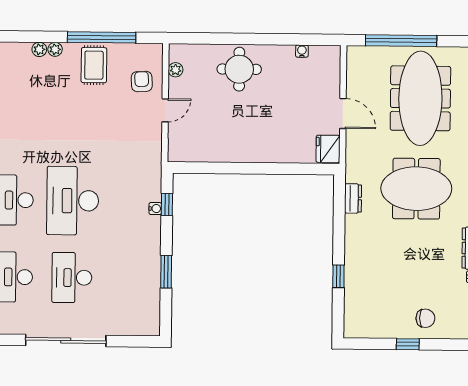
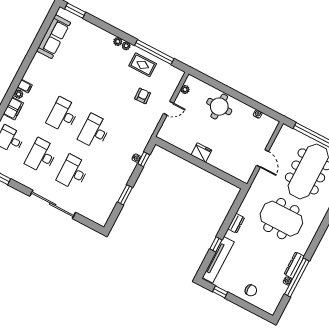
rug: (94, 65) -> (143, 65), turned 90
armchair: (142, 81) -> (143, 96), moved
fridge: (328, 149) -> (201, 153), moved, turned 90
dresser: (353, 198) -> (236, 223), moved
desk: (73, 201) -> (94, 131), width x0.73, depth x0.77
tv unit: (354, 298) -> (218, 260), added
window: (408, 344) -> (220, 292), moved

